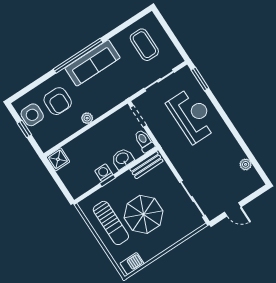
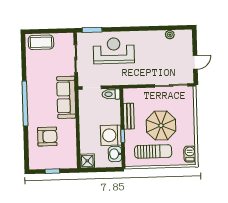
coffee table: (144, 45) -> (41, 42), moved
sofa: (93, 63) -> (66, 97), moved, turned 180
side table: (32, 115) -> (46, 160), removed
plant: (87, 118) -> (71, 124), removed
washbasin: (122, 159) -> (115, 154), moved
bench: (146, 165) -> (129, 116), moved
washing machine: (104, 173) -> (111, 135), width x1.89, depth x1.89

